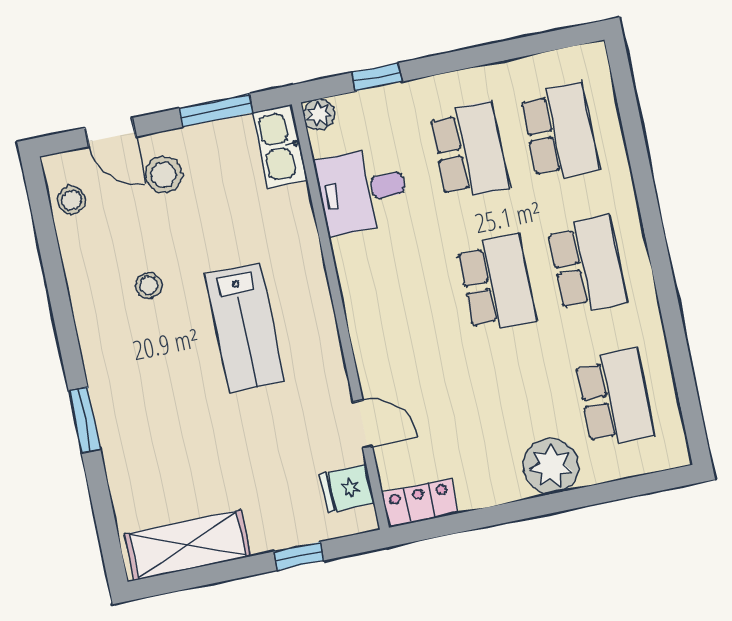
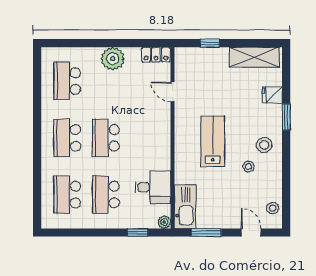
kitchen sink: (280, 146) -> (185, 207), width x1.36, depth x1.24
stool: (164, 175) -> (264, 145), moved
plant: (551, 466) -> (113, 59), moved
fridge: (347, 488) -> (272, 95), moved, turned 180

